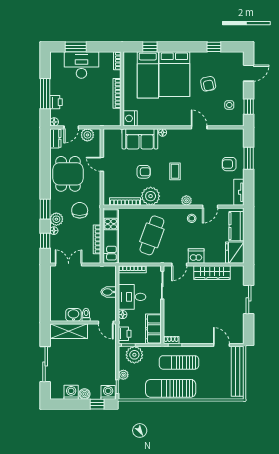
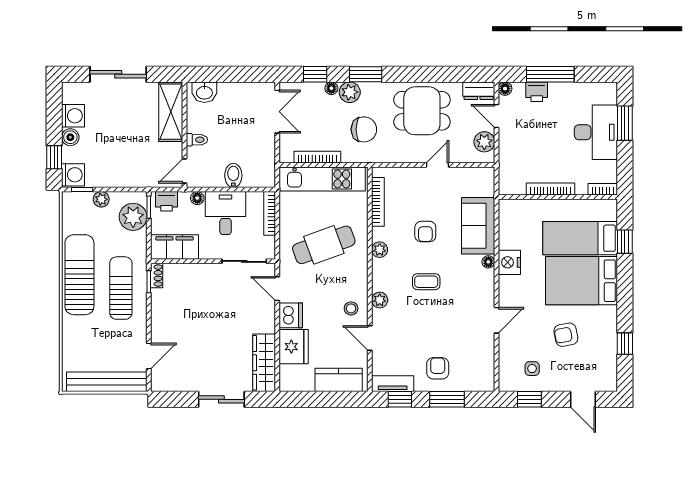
nightstand: (130, 118) -> (509, 262), moved, turned -90
window: (249, 188) -> (400, 399), added
plant: (151, 196) -> (380, 250), width x0.53, depth x0.53
cafe table: (152, 235) -> (324, 245), turned -40
fridge: (235, 253) -> (294, 347), moved, turned 90
wardrobe: (212, 273) -> (264, 363), moved
washbasin: (73, 315) -> (204, 92), moved, turned 90

